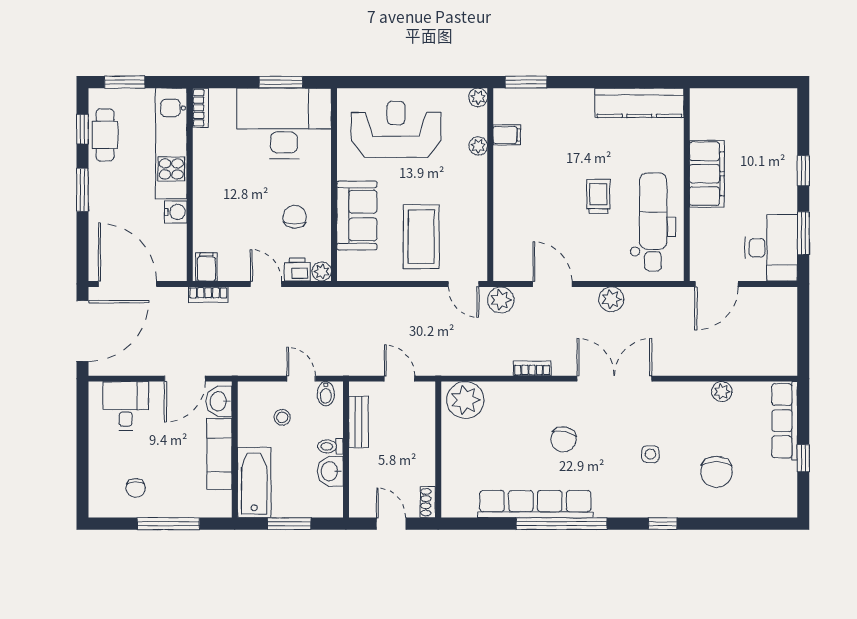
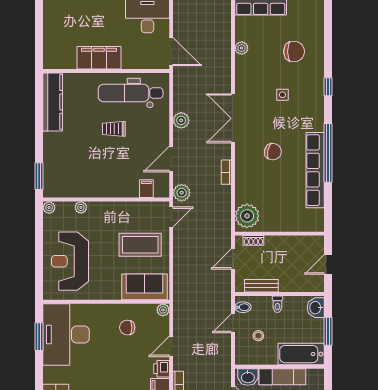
filing cabinet: (507, 135) -> (146, 189), moved
sofa: (357, 216) -> (145, 287), moved
printer: (297, 269) -> (162, 369), moved
washbasin: (330, 471) -> (316, 308), moved, turned 90
shoe rack: (428, 502) -> (253, 240), moved

